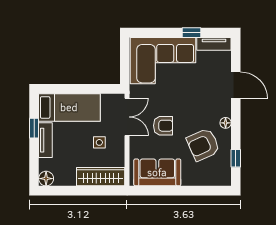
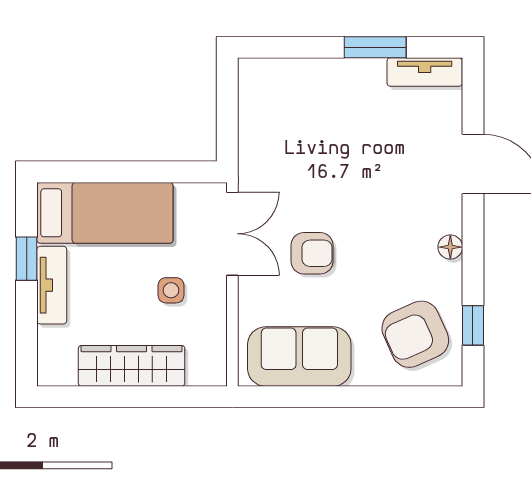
window: (192, 33) -> (375, 47), width x1.50
corner sofa: (163, 61) -> (312, 109), removed
armchair: (203, 145) -> (415, 334), moved
wardrobe: (101, 177) -> (132, 366), moved
floor lamp: (46, 179) -> (53, 370), removed

